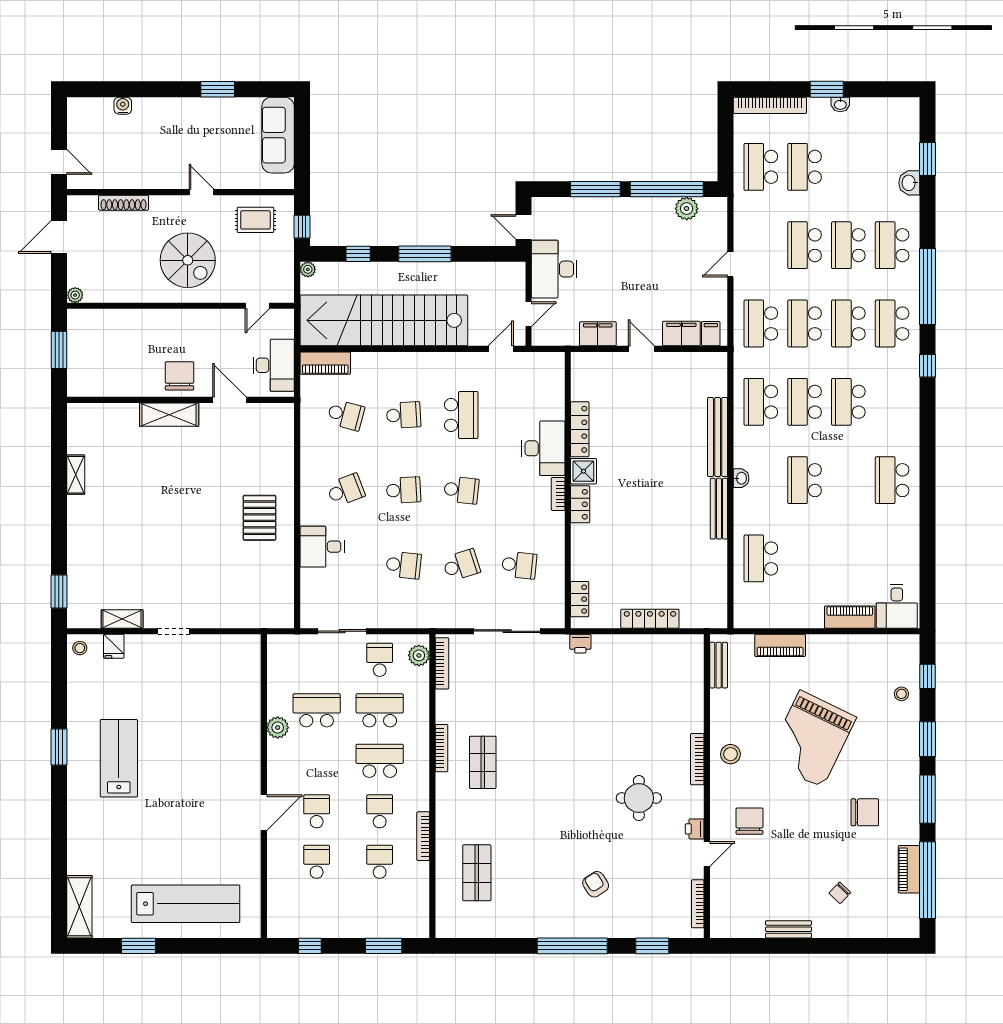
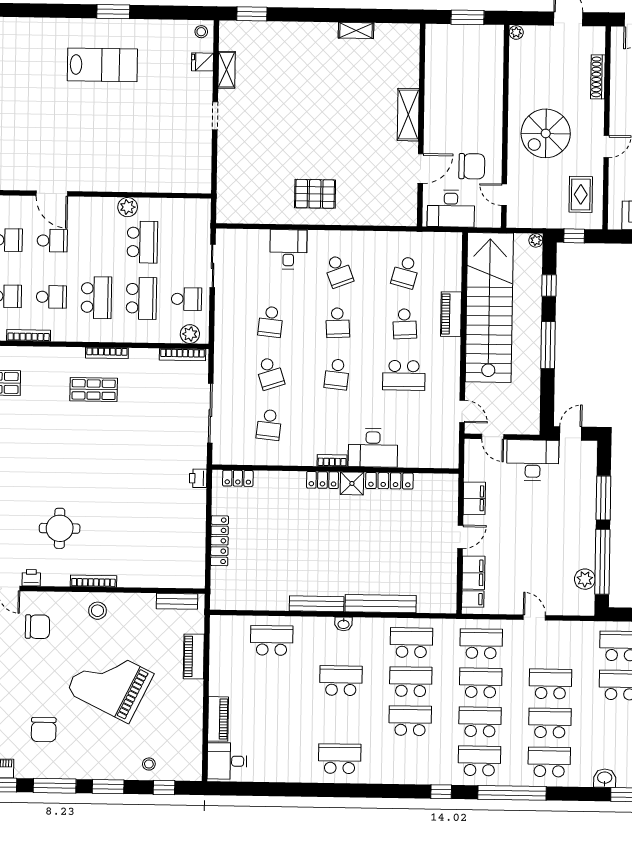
piano: (325, 363) -> (451, 314), moved
chair: (179, 376) -> (472, 166), moved

